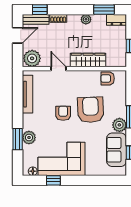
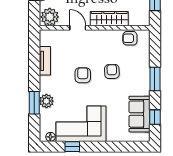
tv unit: (28, 94) -> (45, 61), width x0.71
armchair: (91, 110) -> (112, 71), width x0.53, depth x0.53
plant: (119, 125) -> (142, 88), removed

